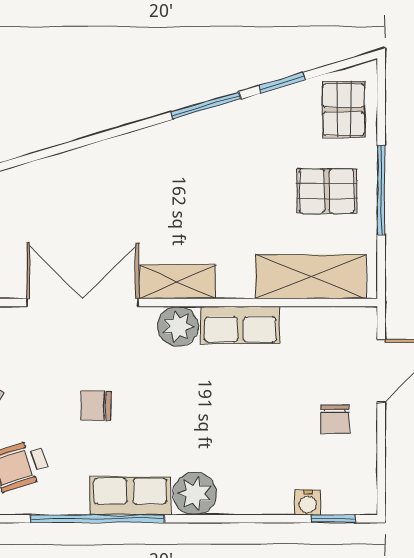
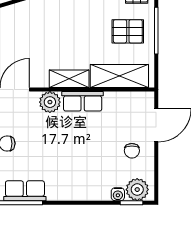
shelving: (178, 282) -> (69, 79), moved
plant: (195, 493) -> (137, 190), moved

